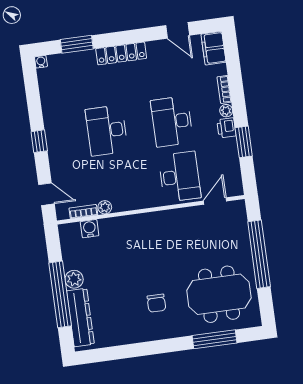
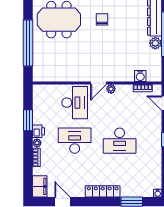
desk: (172, 121) -> (75, 141), turned -90
desk: (107, 130) -> (120, 141), turned 90
desk: (180, 177) -> (75, 103), turned 180
door: (215, 201) -> (98, 83), moved
plant: (105, 207) -> (111, 89), moved

